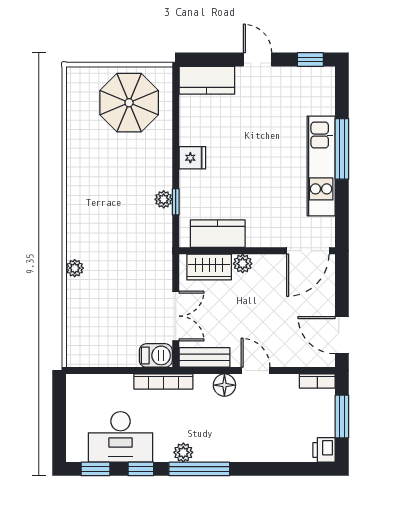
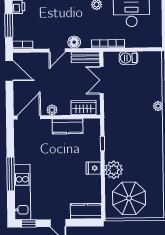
kitchen unit: (321, 166) -> (22, 192), moved
plant: (164, 199) -> (114, 170), moved, width x1.88, depth x1.88
kitchen counter: (218, 234) -> (68, 126), moved
plant: (243, 264) -> (52, 110), moved
barbecue: (156, 355) -> (129, 58), moved
door: (256, 371) -> (57, 50), hinge flipped

